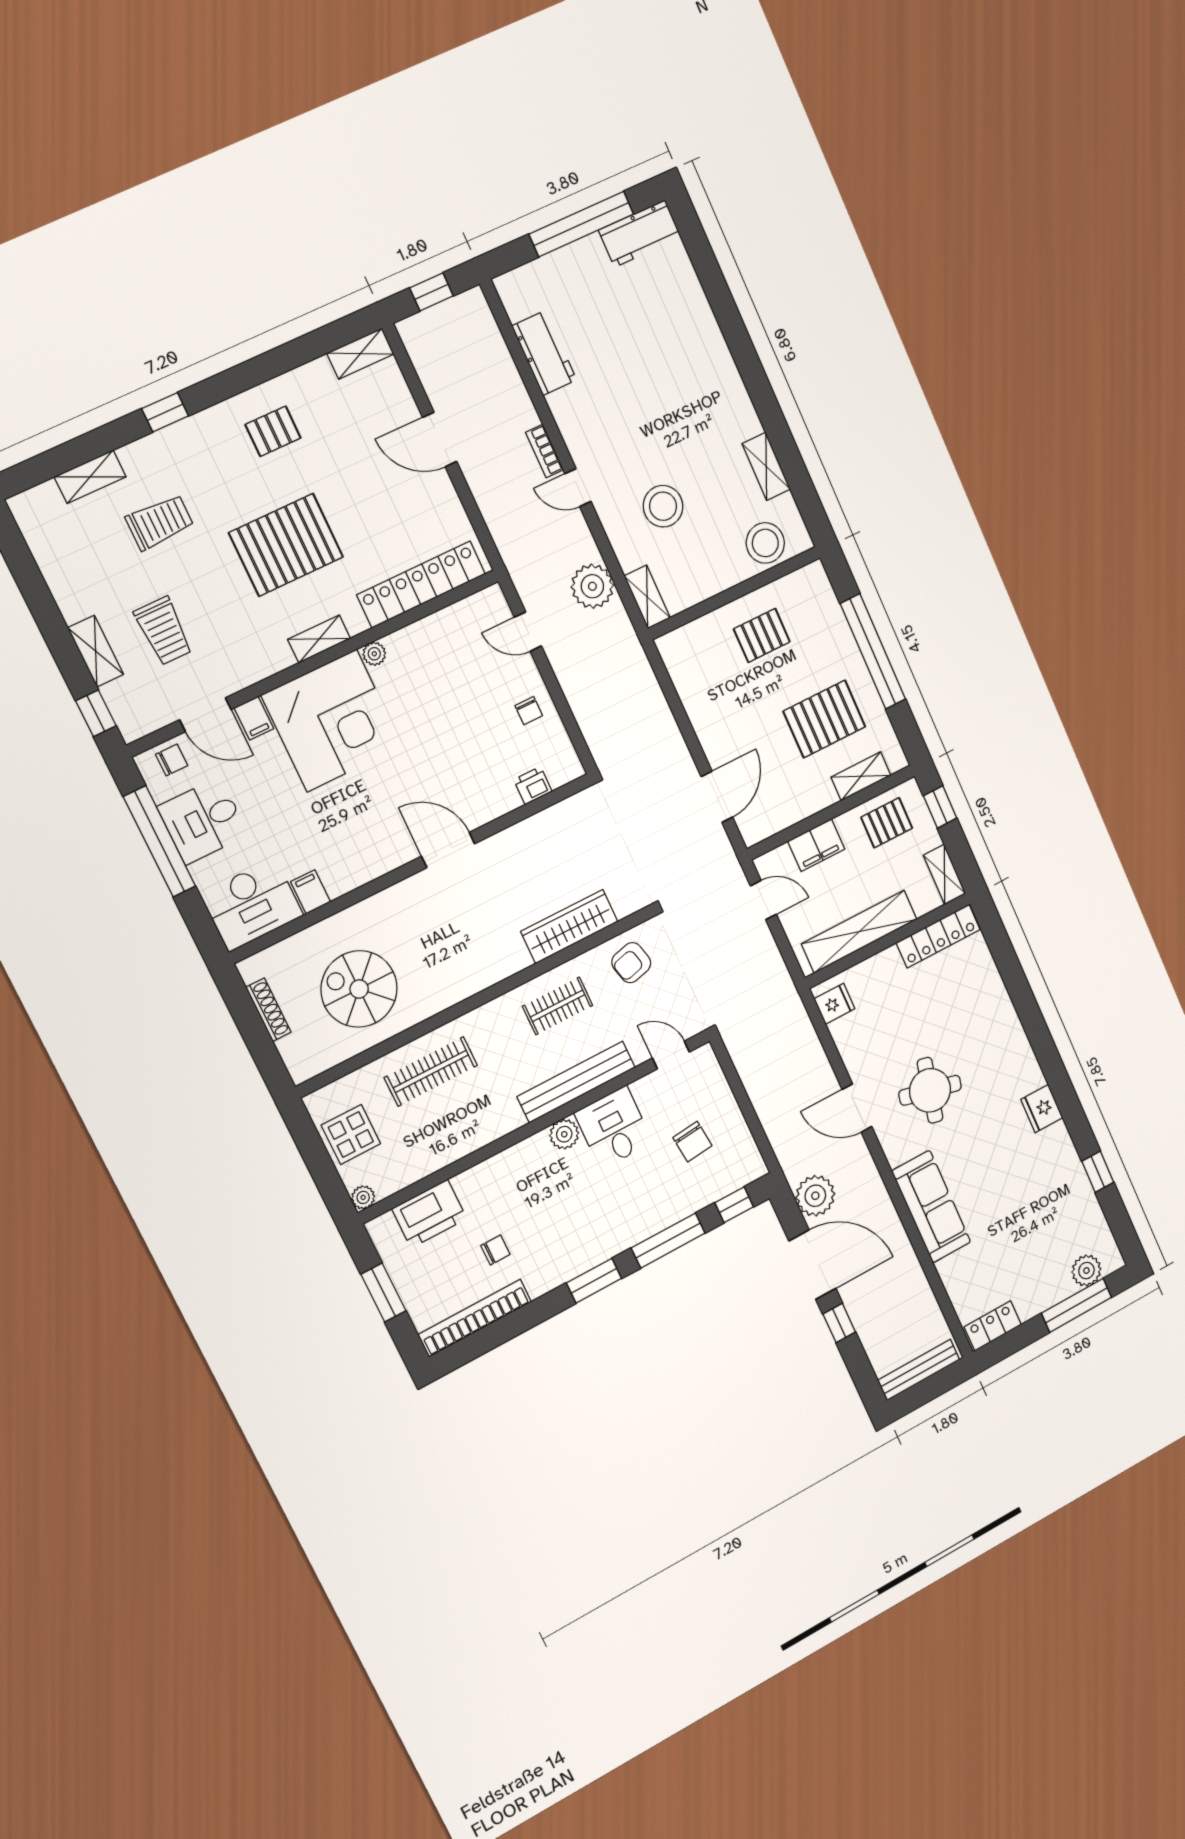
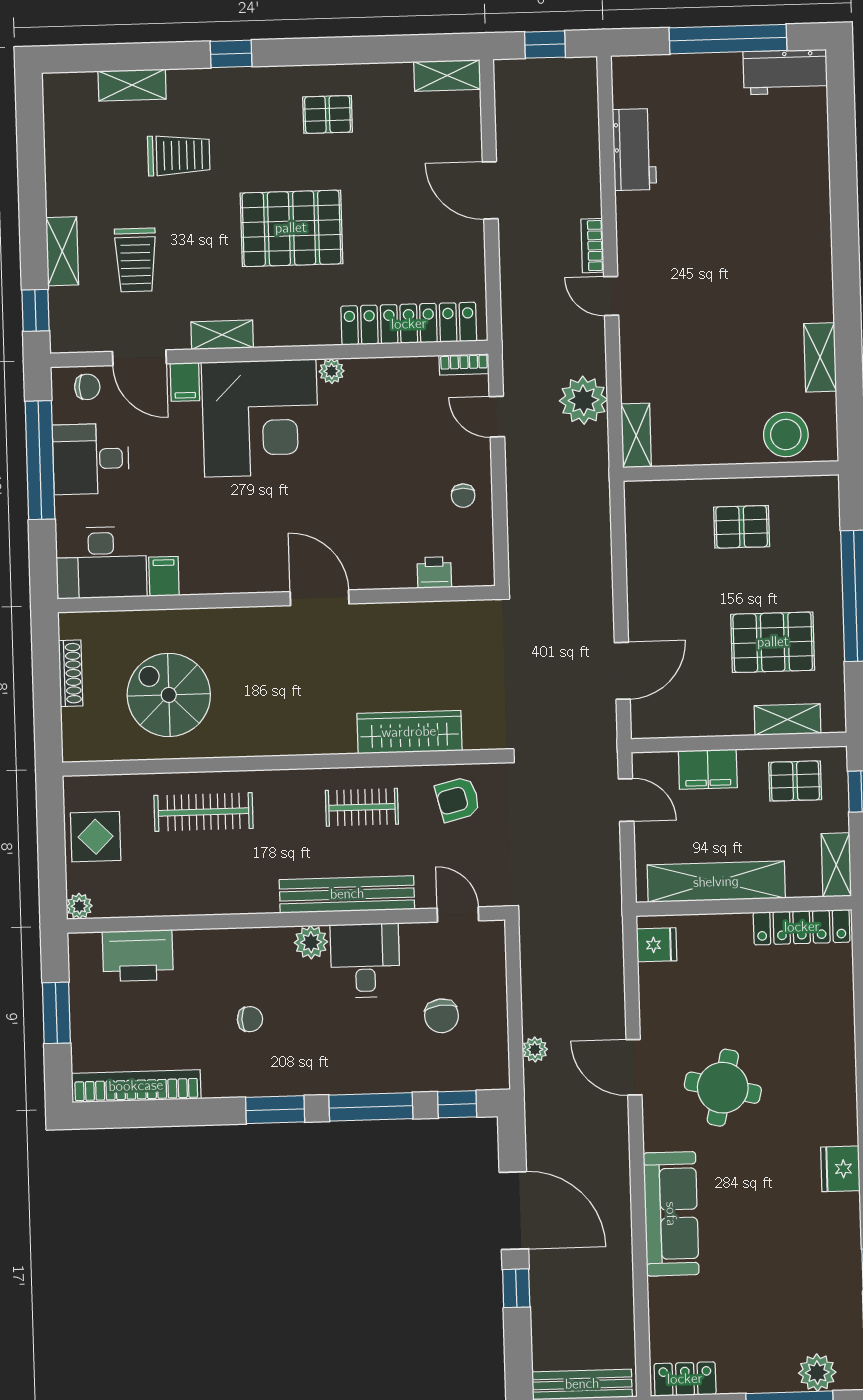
stool: (663, 506) -> (692, 352), removed
bookcase: (482, 599) -> (464, 365), added
shelving: (319, 639) -> (222, 335), moved
plant: (815, 1196) -> (535, 1050), moved, width x0.53, depth x0.53
chair: (495, 1250) -> (250, 1019), moved

